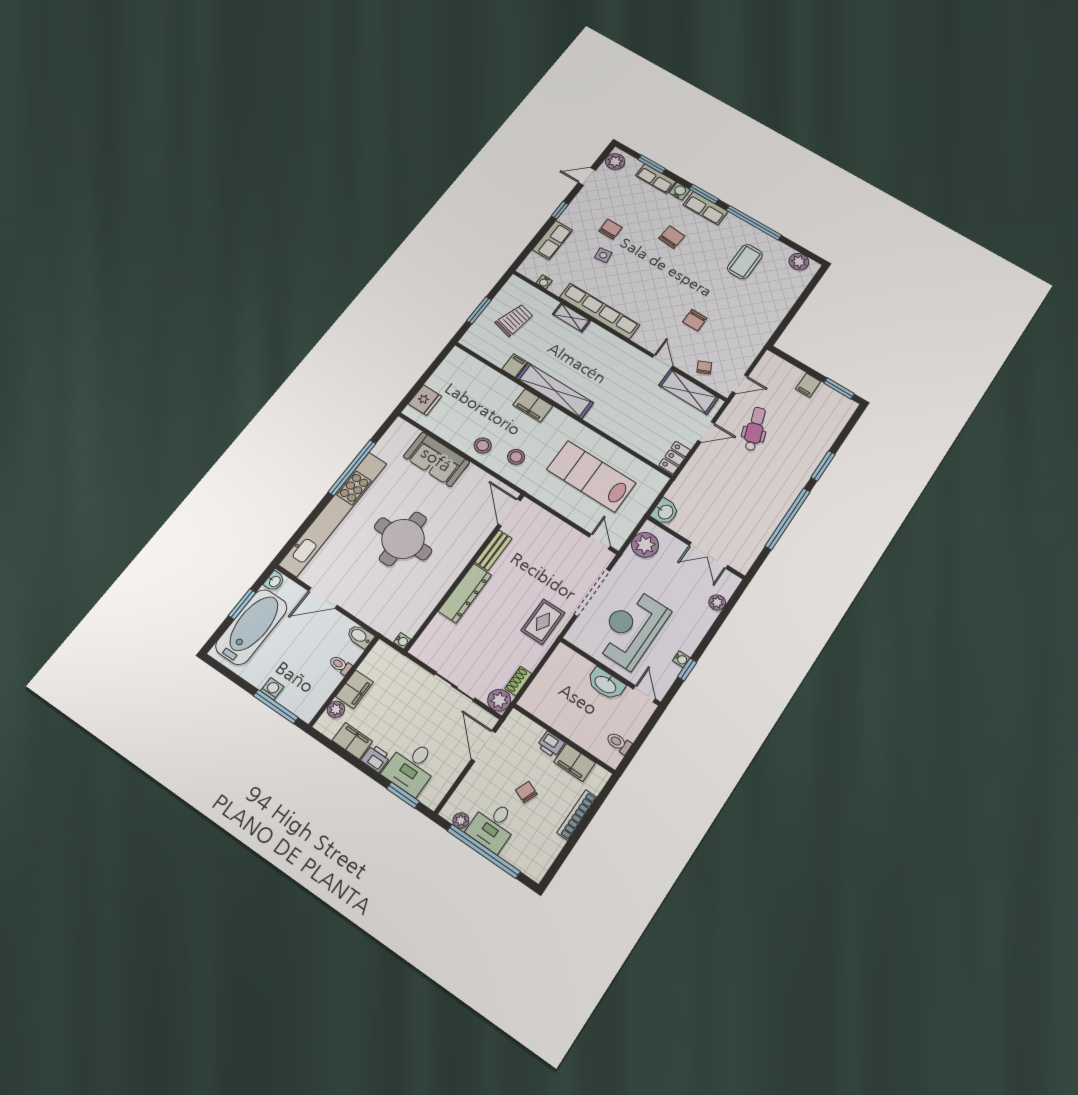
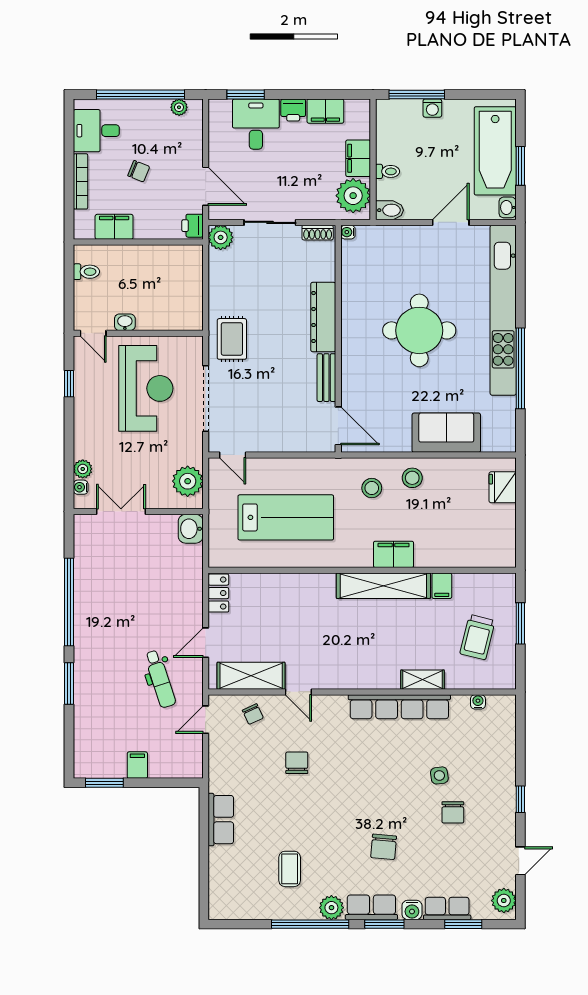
row of seats: (552, 240) -> (221, 820), moved, turned 180
coffee table: (745, 262) -> (290, 869), width x0.73, depth x0.77
plant: (799, 262) -> (331, 908), moved
water cooler: (681, 659) -> (81, 487), moved
shoe rack: (518, 681) -> (318, 233), moved, turned 90
washbasin: (606, 684) -> (125, 322), width x0.52, depth x0.69
plant: (336, 709) -> (353, 196), moved, width x1.88, depth x1.88
printer: (551, 744) -> (192, 226), moved, turned -90
desk: (493, 826) -> (96, 131), moved, turned -90

